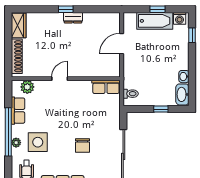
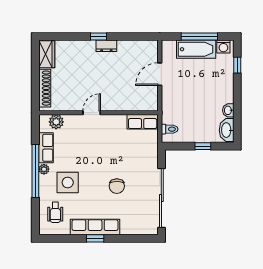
window: (158, 9) -> (199, 37), width x2.17
plant: (16, 143) -> (44, 169), moved

